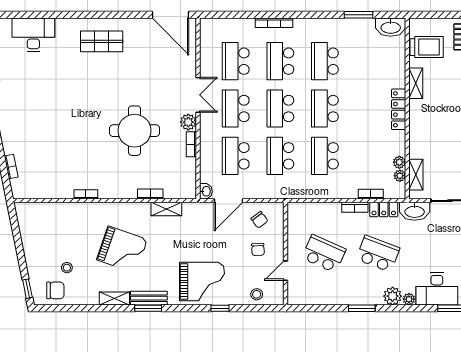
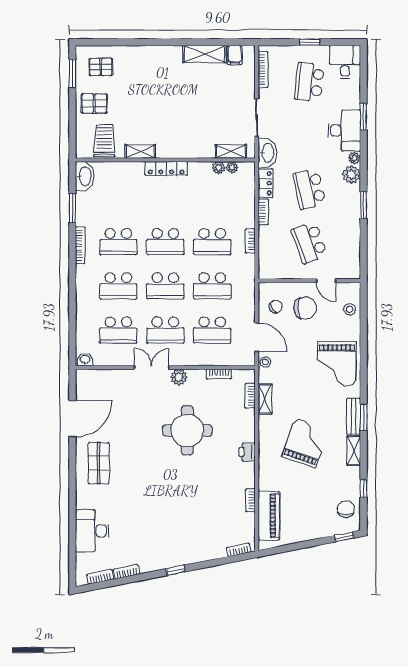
door: (170, 15) -> (72, 419), moved
bookcase: (274, 23) -> (80, 245), moved
bookcase: (191, 144) -> (219, 374), moved
bookcase: (11, 166) -> (239, 550), moved
printer: (113, 191) -> (247, 452), added
washbasin: (206, 191) -> (85, 360), moved
bookcase: (86, 194) -> (250, 500), moved
bookcase: (150, 194) -> (250, 396), moved
bookcase: (371, 194) -> (250, 241), moved
piano: (49, 213) -> (269, 516), added
chair: (258, 249) -> (305, 308), width x1.87, depth x1.87
school desk: (324, 254) -> (309, 243), turned -45
school desk: (378, 254) -> (309, 189), turned -33
stool: (67, 268) -> (265, 362), moved
grand piano: (202, 281) -> (337, 364), turned 180
window: (220, 308) -> (364, 488), moved

